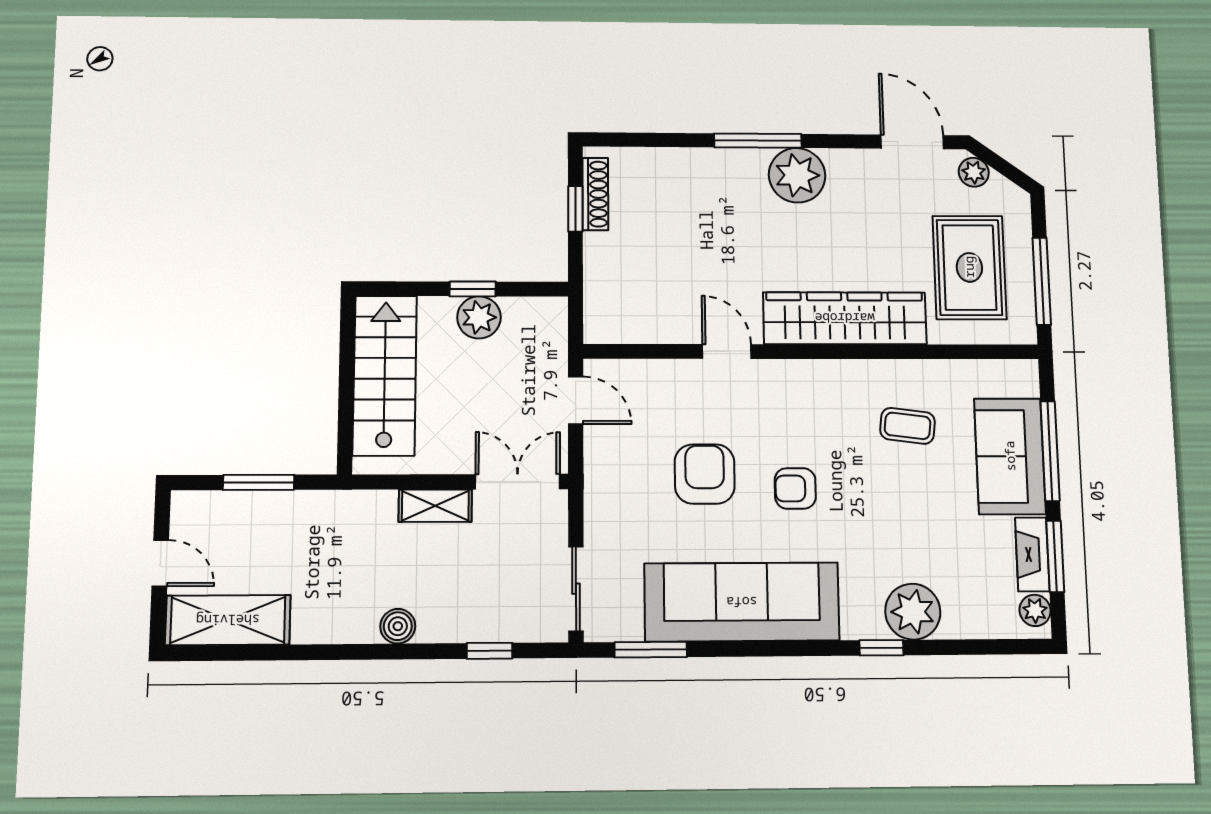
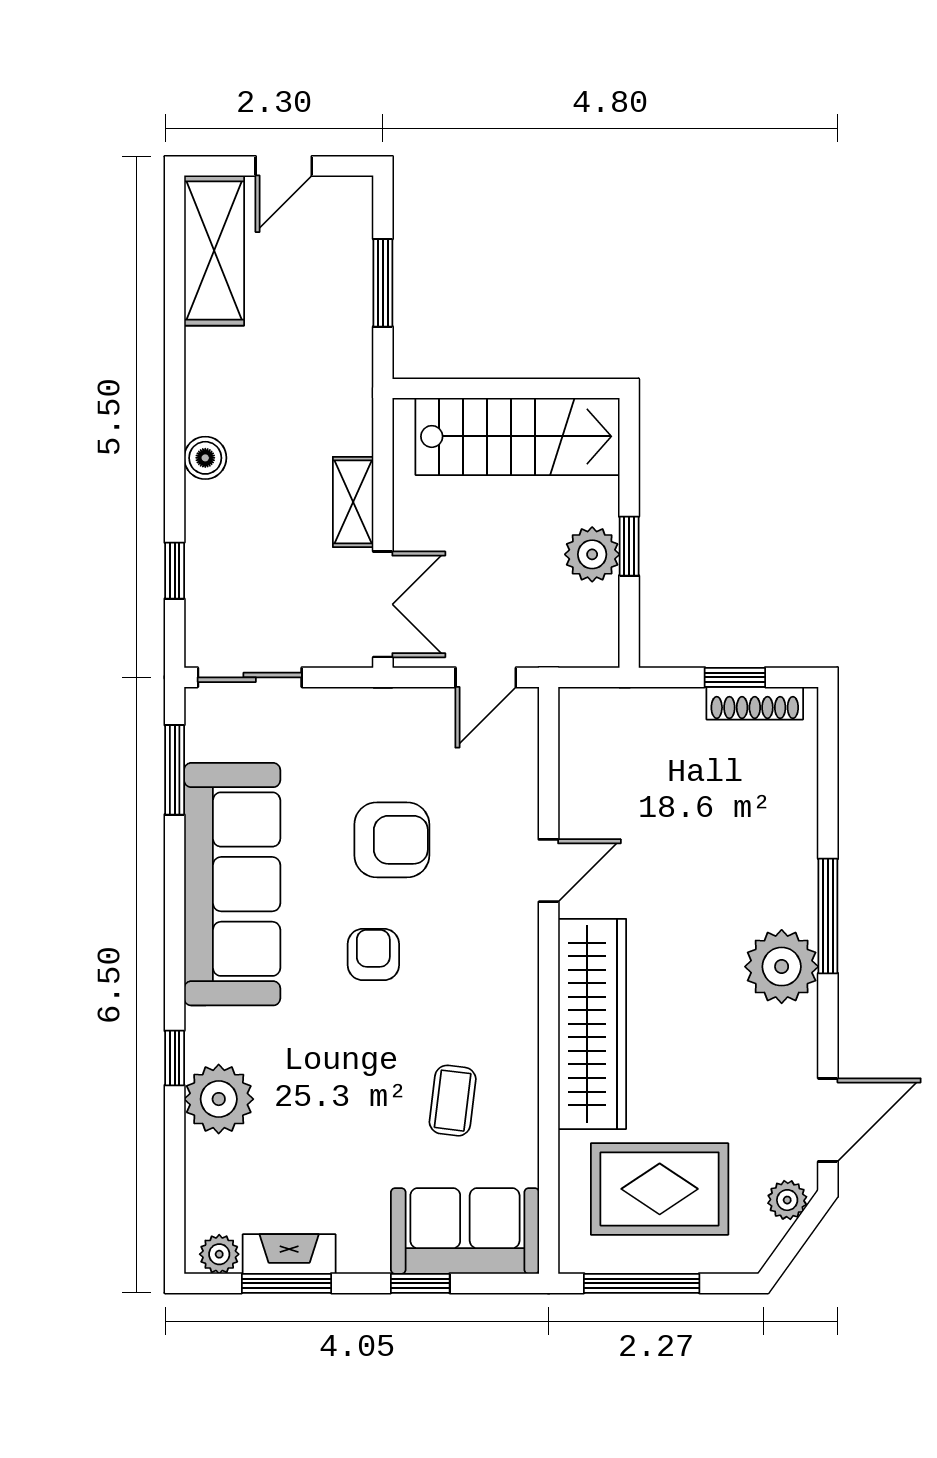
window: (1050, 451) -> (420, 1283), width x0.46
sofa: (1010, 456) -> (465, 1231), moved

